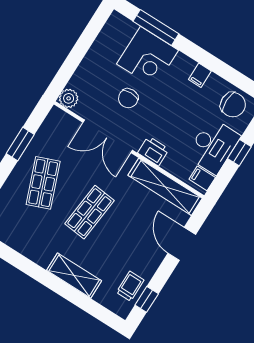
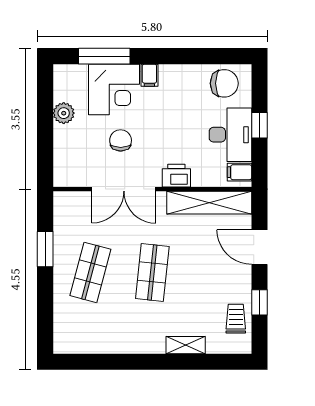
filing cabinet: (200, 75) -> (149, 75), moved
plant: (69, 98) -> (64, 113), moved
chair: (128, 98) -> (121, 140), turned 180
shop shelf: (43, 183) -> (90, 272), turned 36
shelving: (74, 275) -> (186, 345), width x0.67, depth x0.75
window: (147, 299) -> (259, 302), moved

